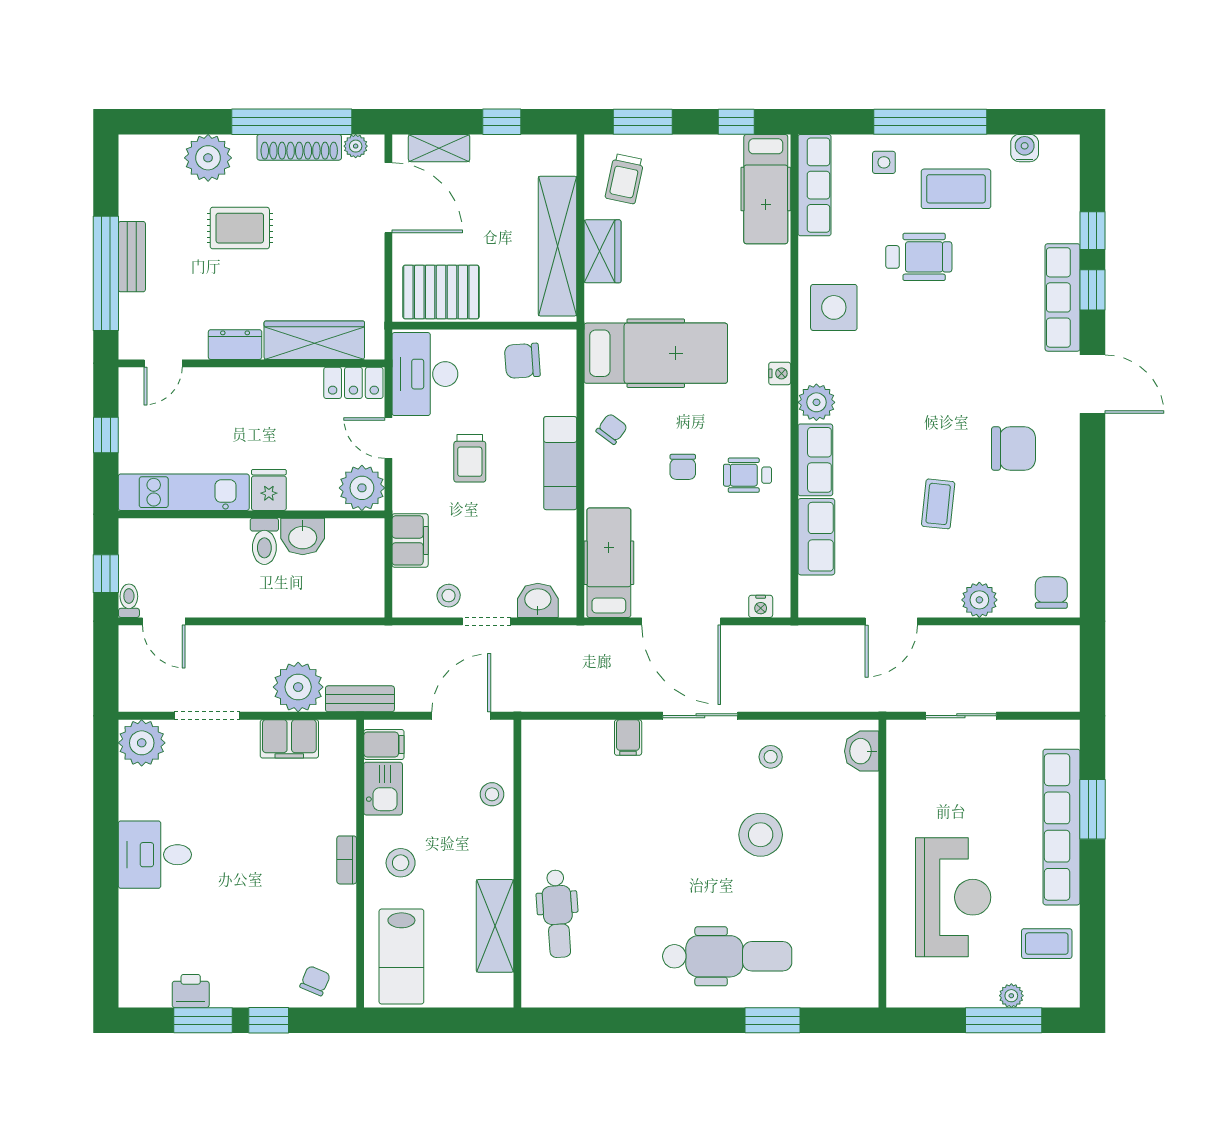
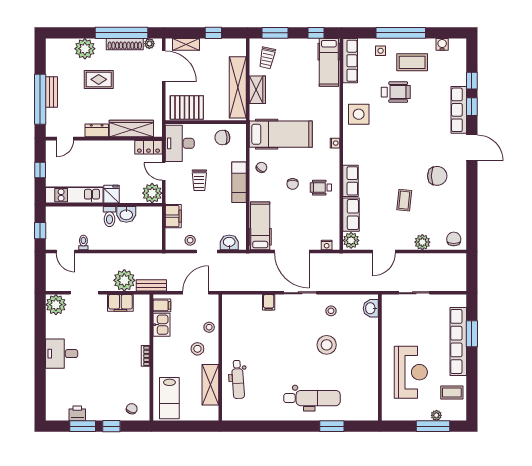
plant: (816, 402) -> (351, 240), moved
toilet: (129, 601) -> (83, 243), moved
stool: (401, 863) -> (197, 349), moved

